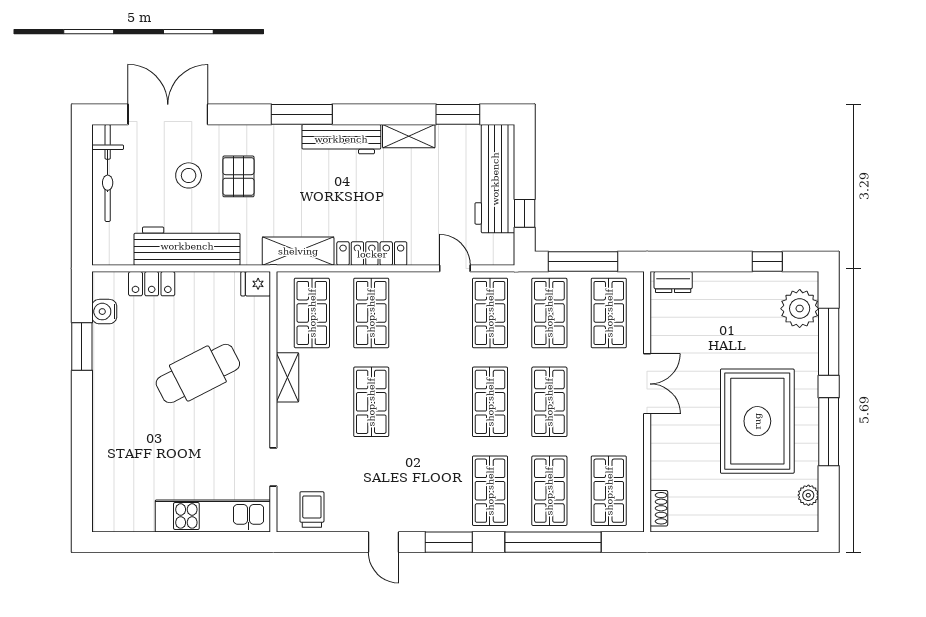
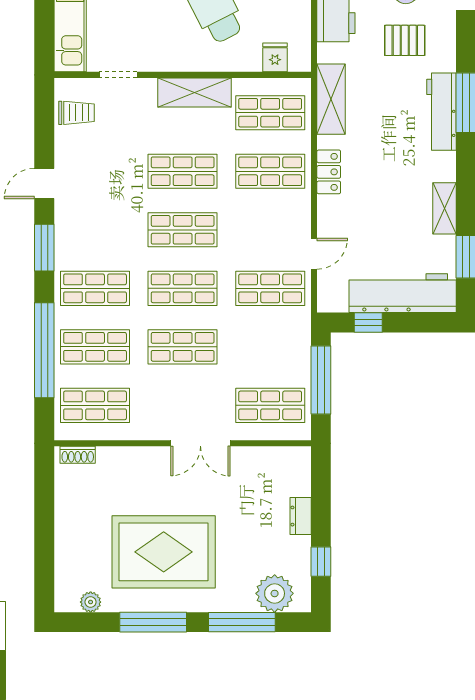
workbench: (341, 139) -> (441, 112), moved
locker: (372, 254) -> (329, 172), width x0.66
dresser: (673, 282) -> (301, 516), moved
fridge: (256, 284) -> (275, 57), moved
shop shelf: (549, 313) -> (183, 230), moved
shelving: (287, 377) -> (194, 92), width x1.50, depth x1.33

